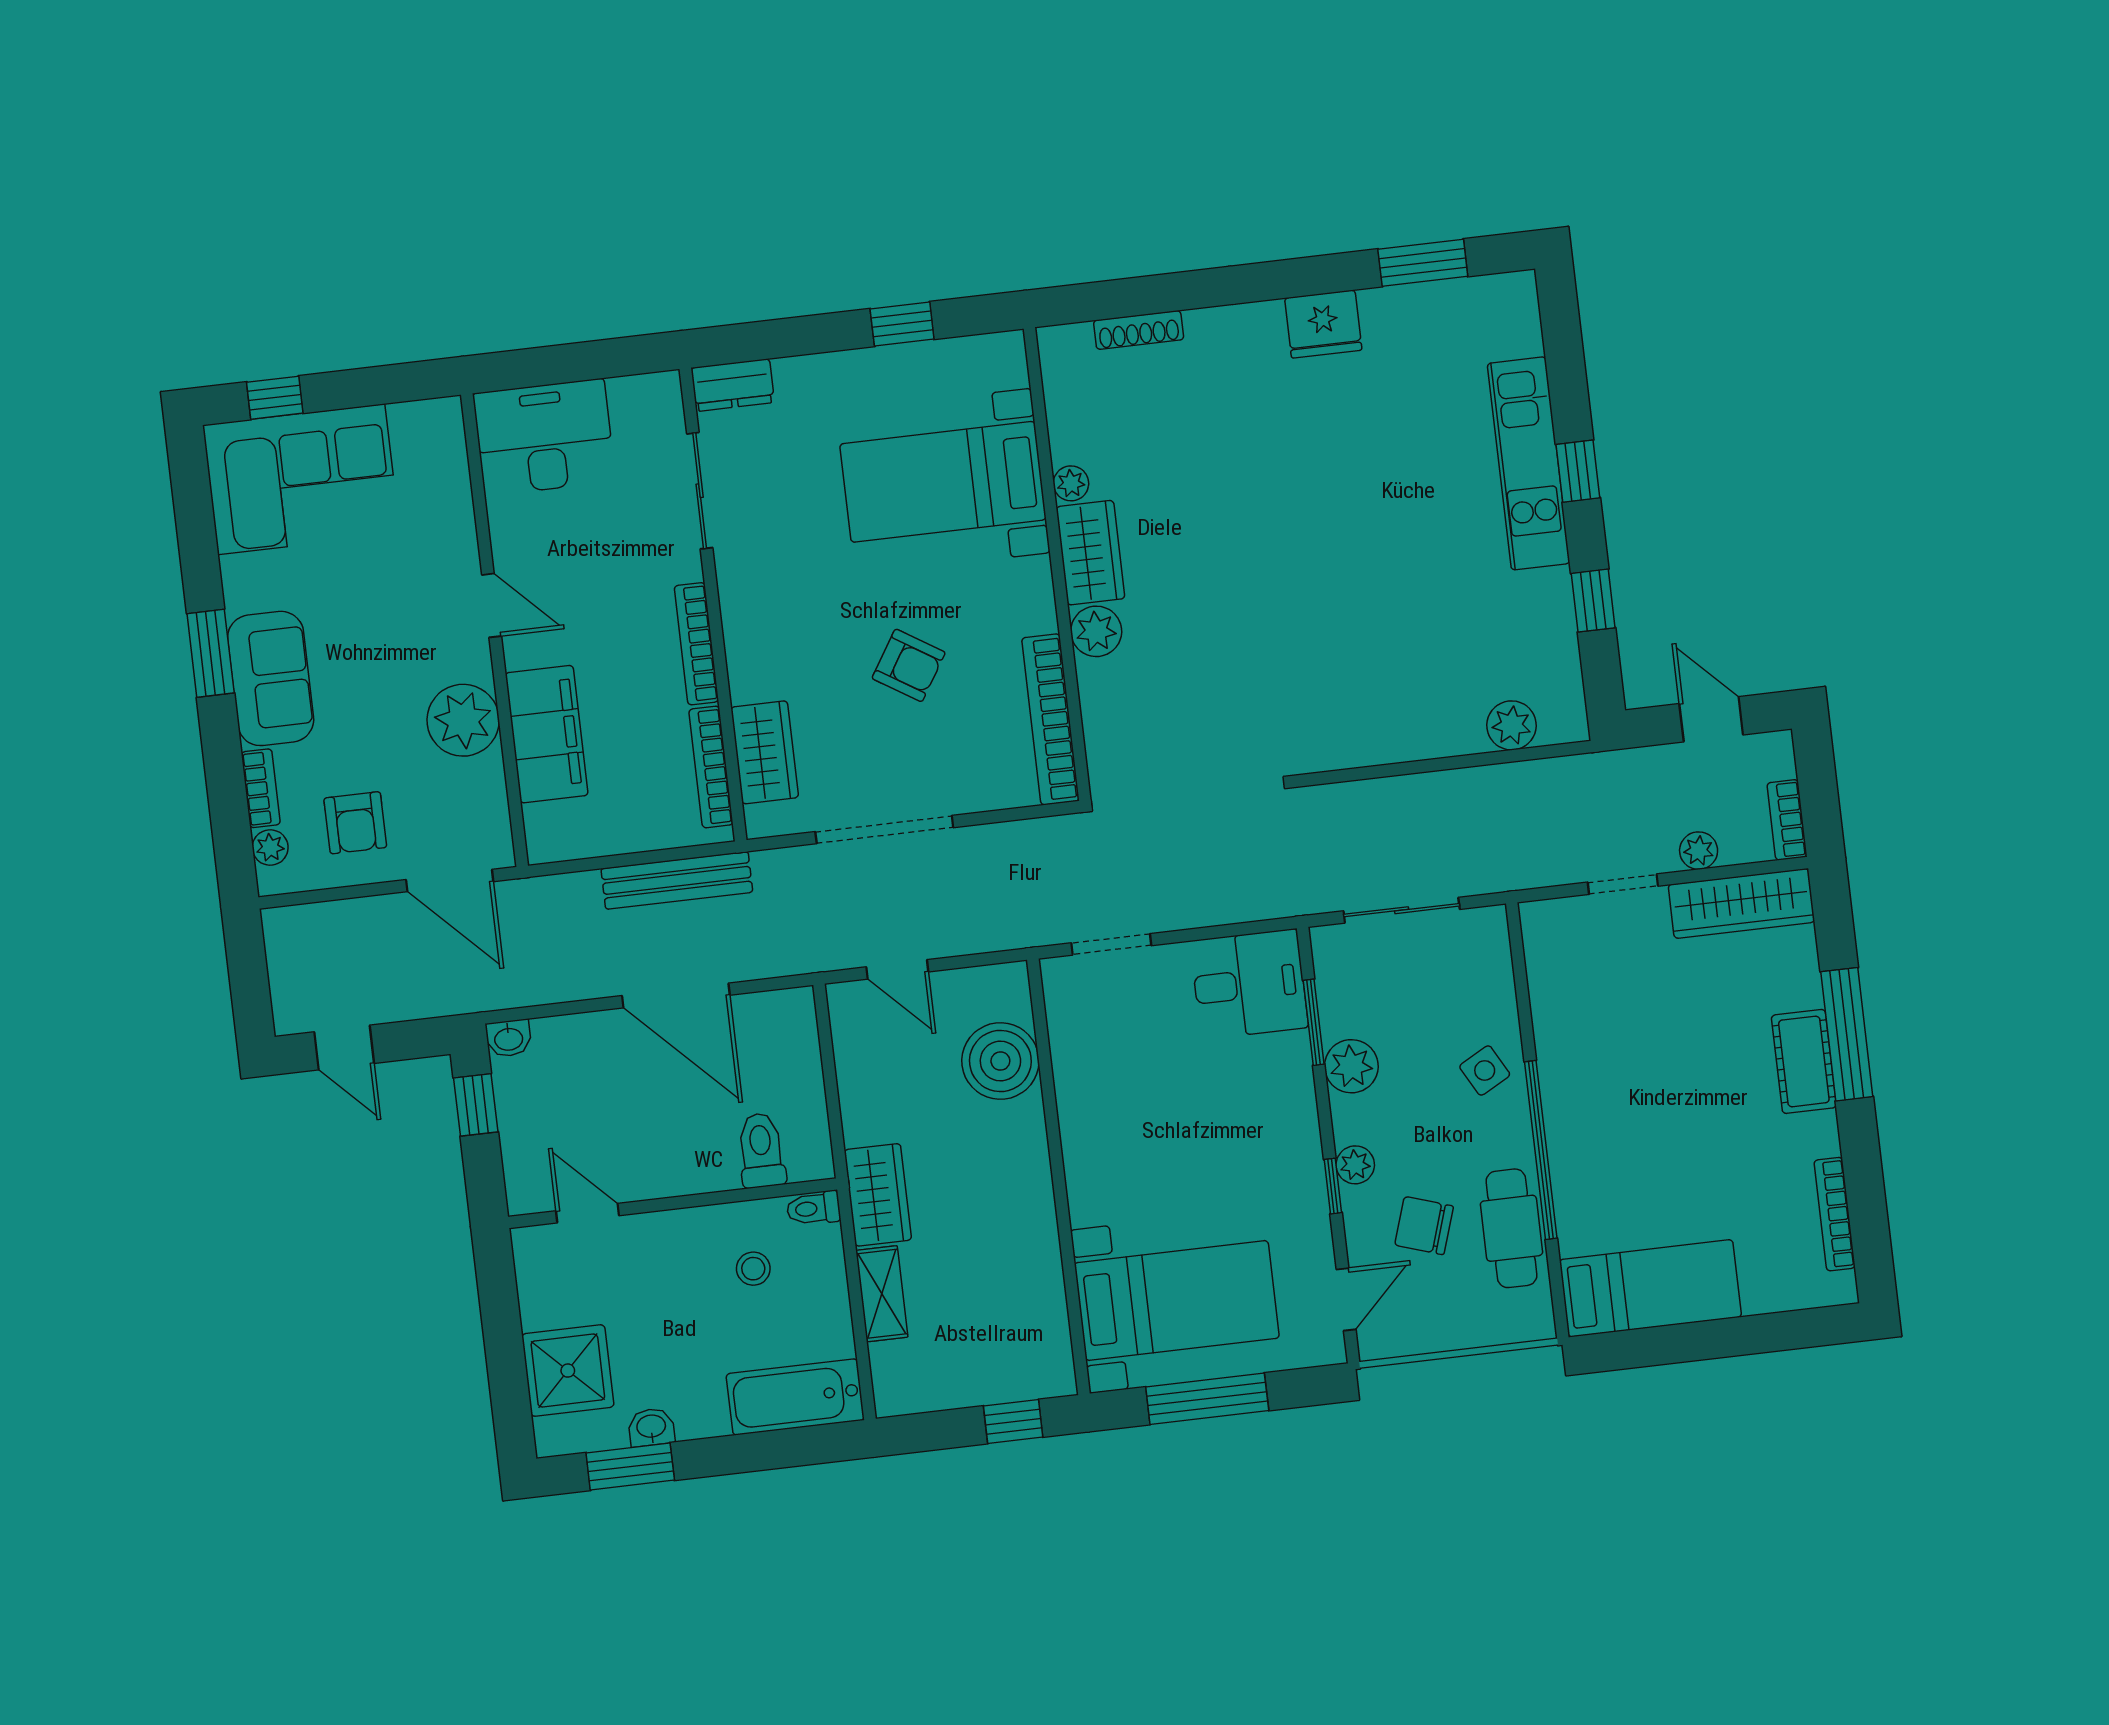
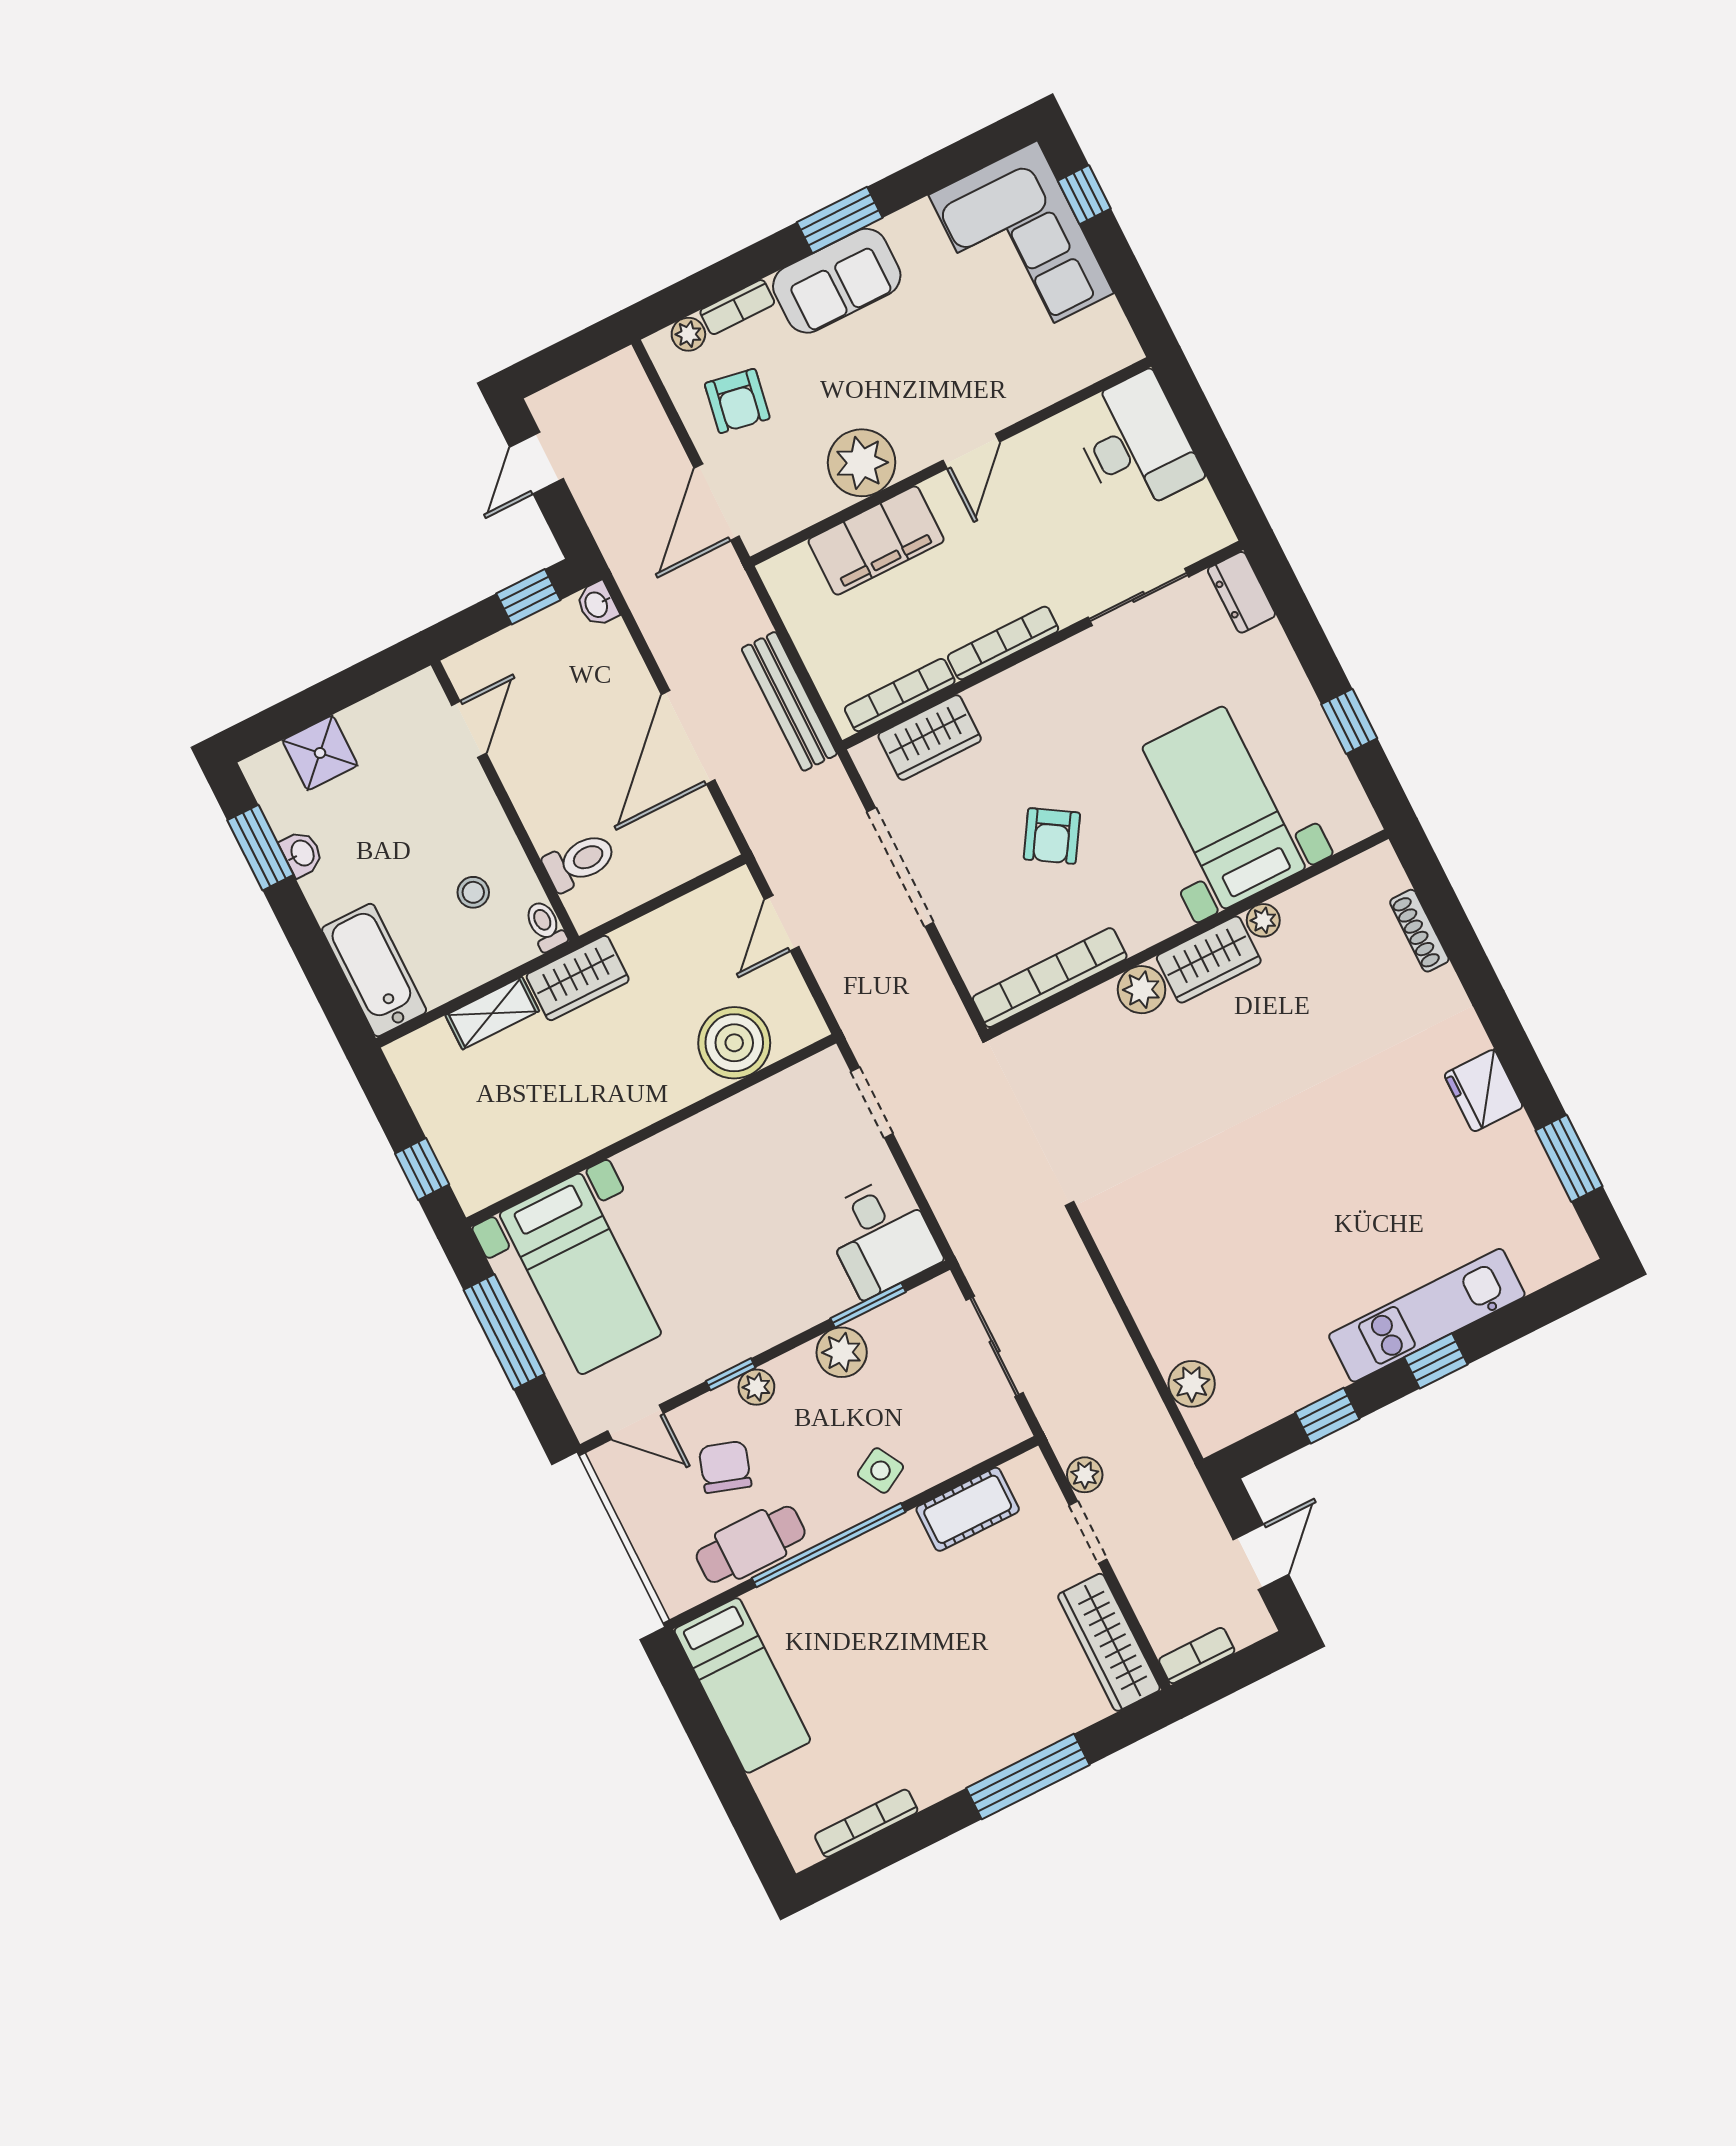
armchair: (355, 823) -> (737, 401), turned -80
plant: (1699, 851) -> (1085, 1475), moved
cot: (1804, 1061) -> (968, 1509), moved
shower: (568, 1371) -> (320, 753), width x0.73, depth x0.73

